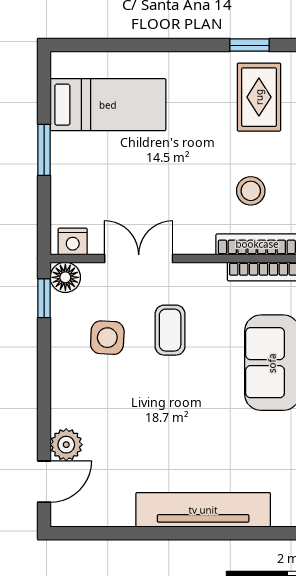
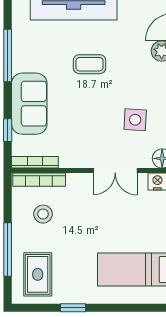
window: (249, 45) -> (73, 308), moved
coffee table: (170, 330) -> (89, 64), moved, turned 90

